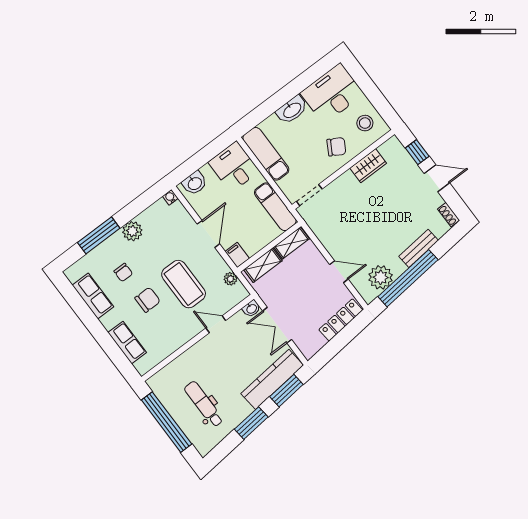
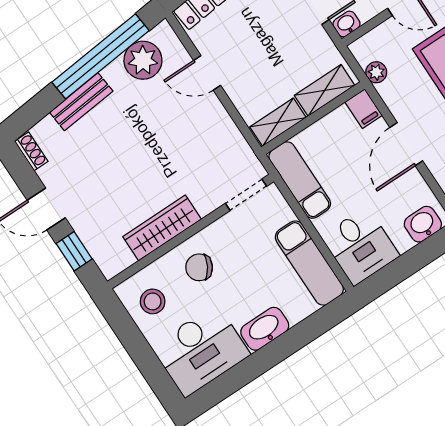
wardrobe: (368, 166) -> (162, 228), width x1.50

